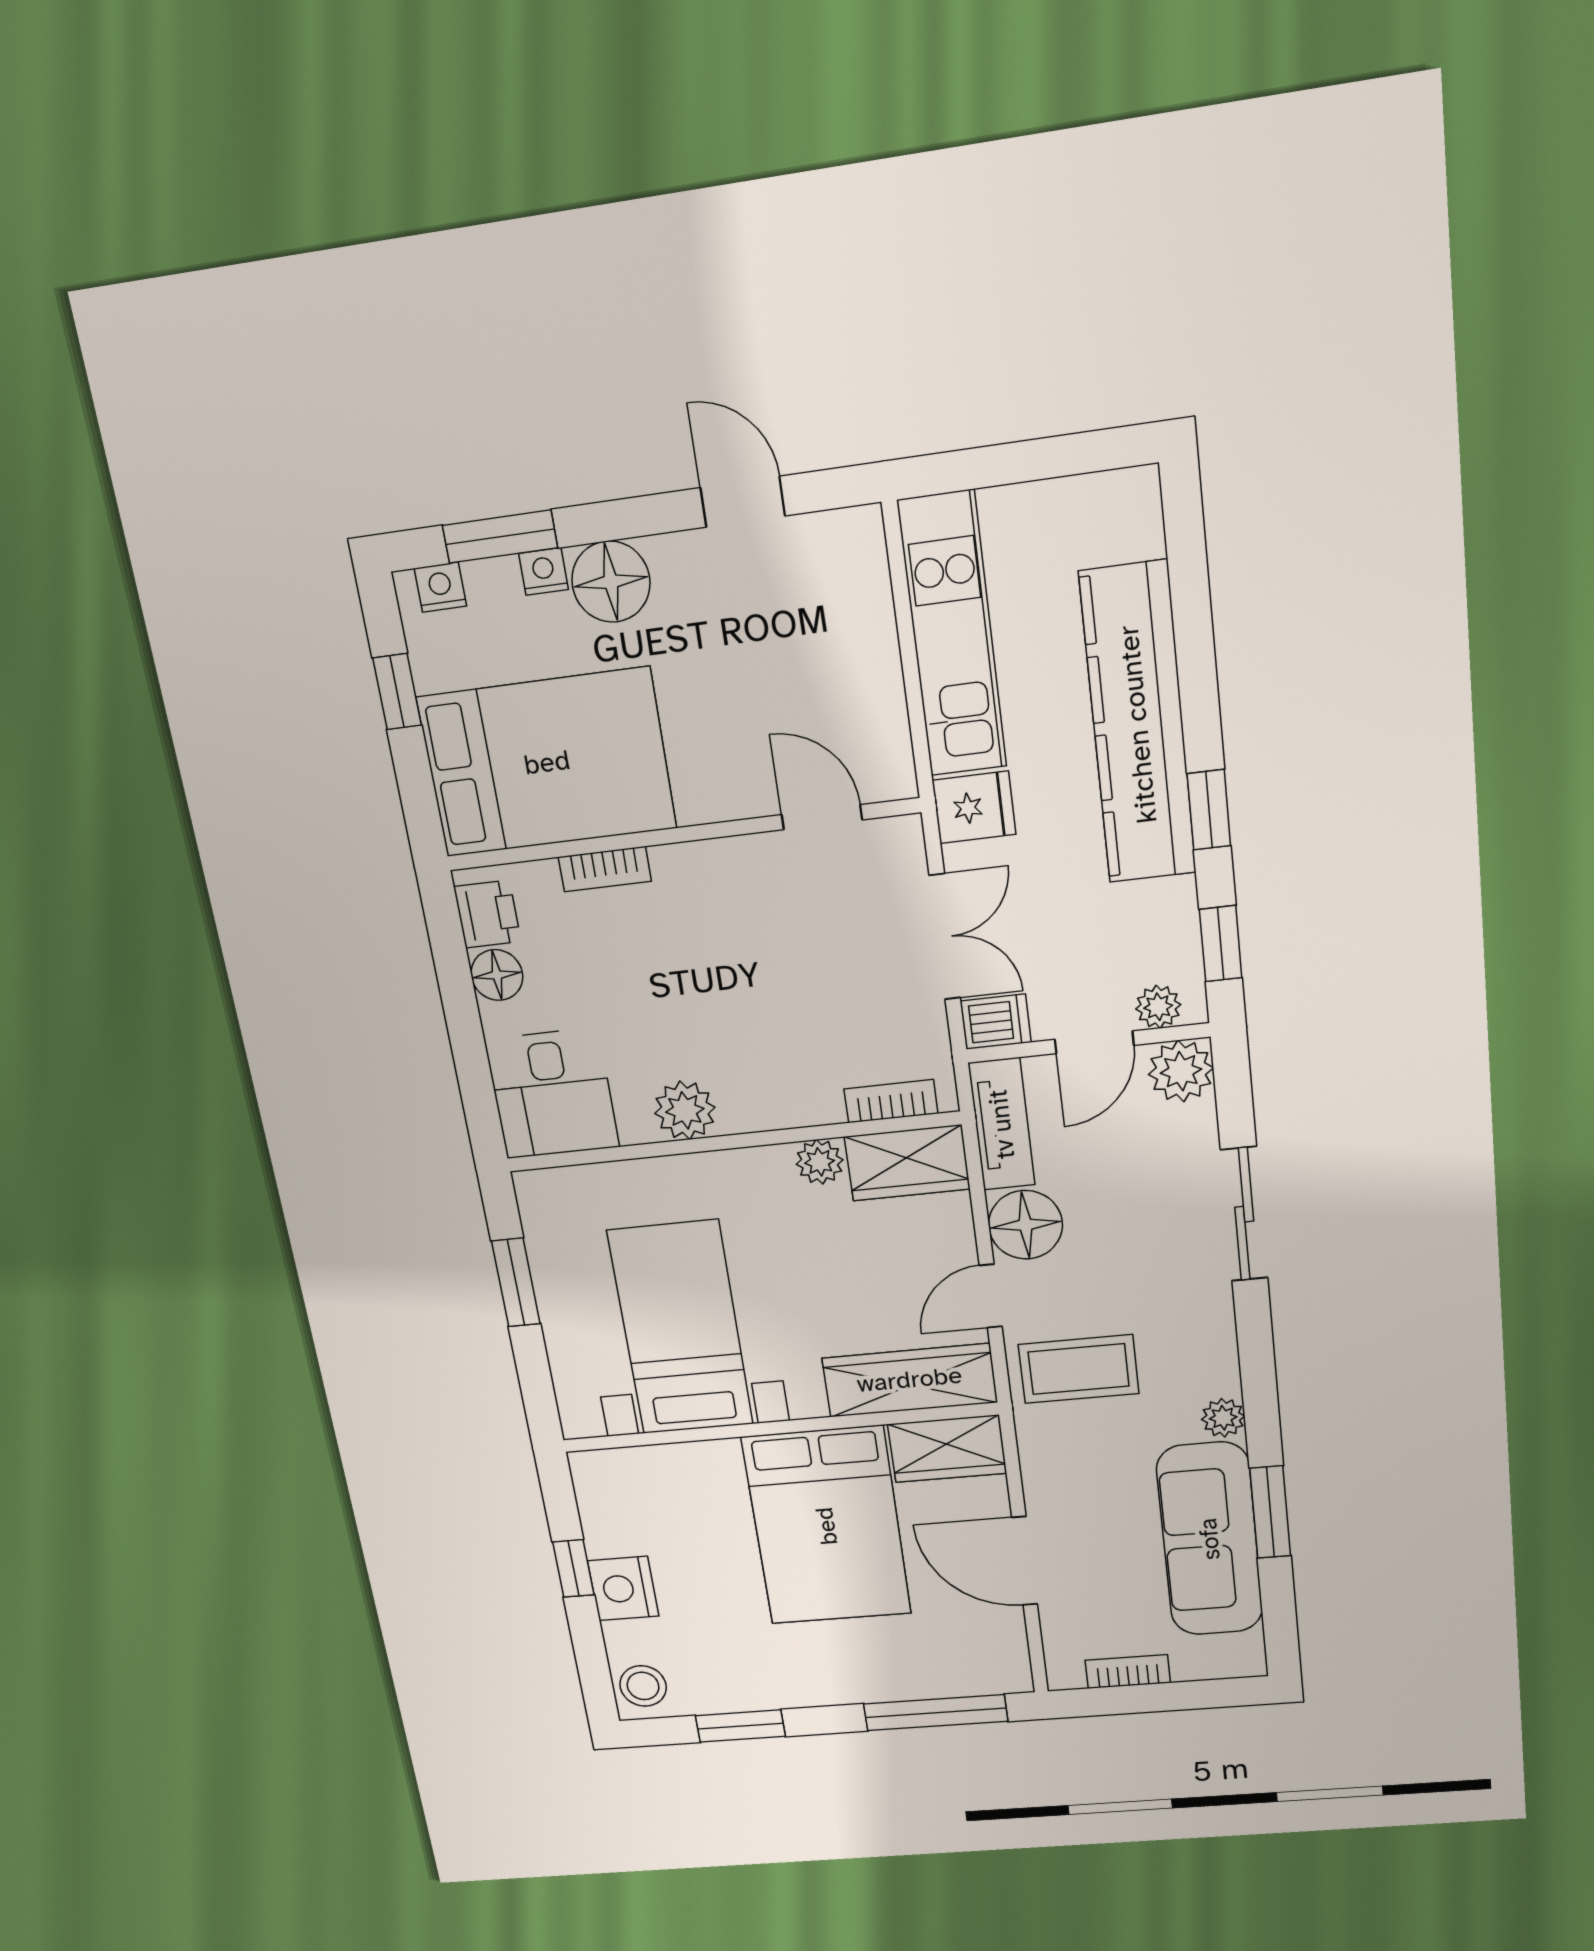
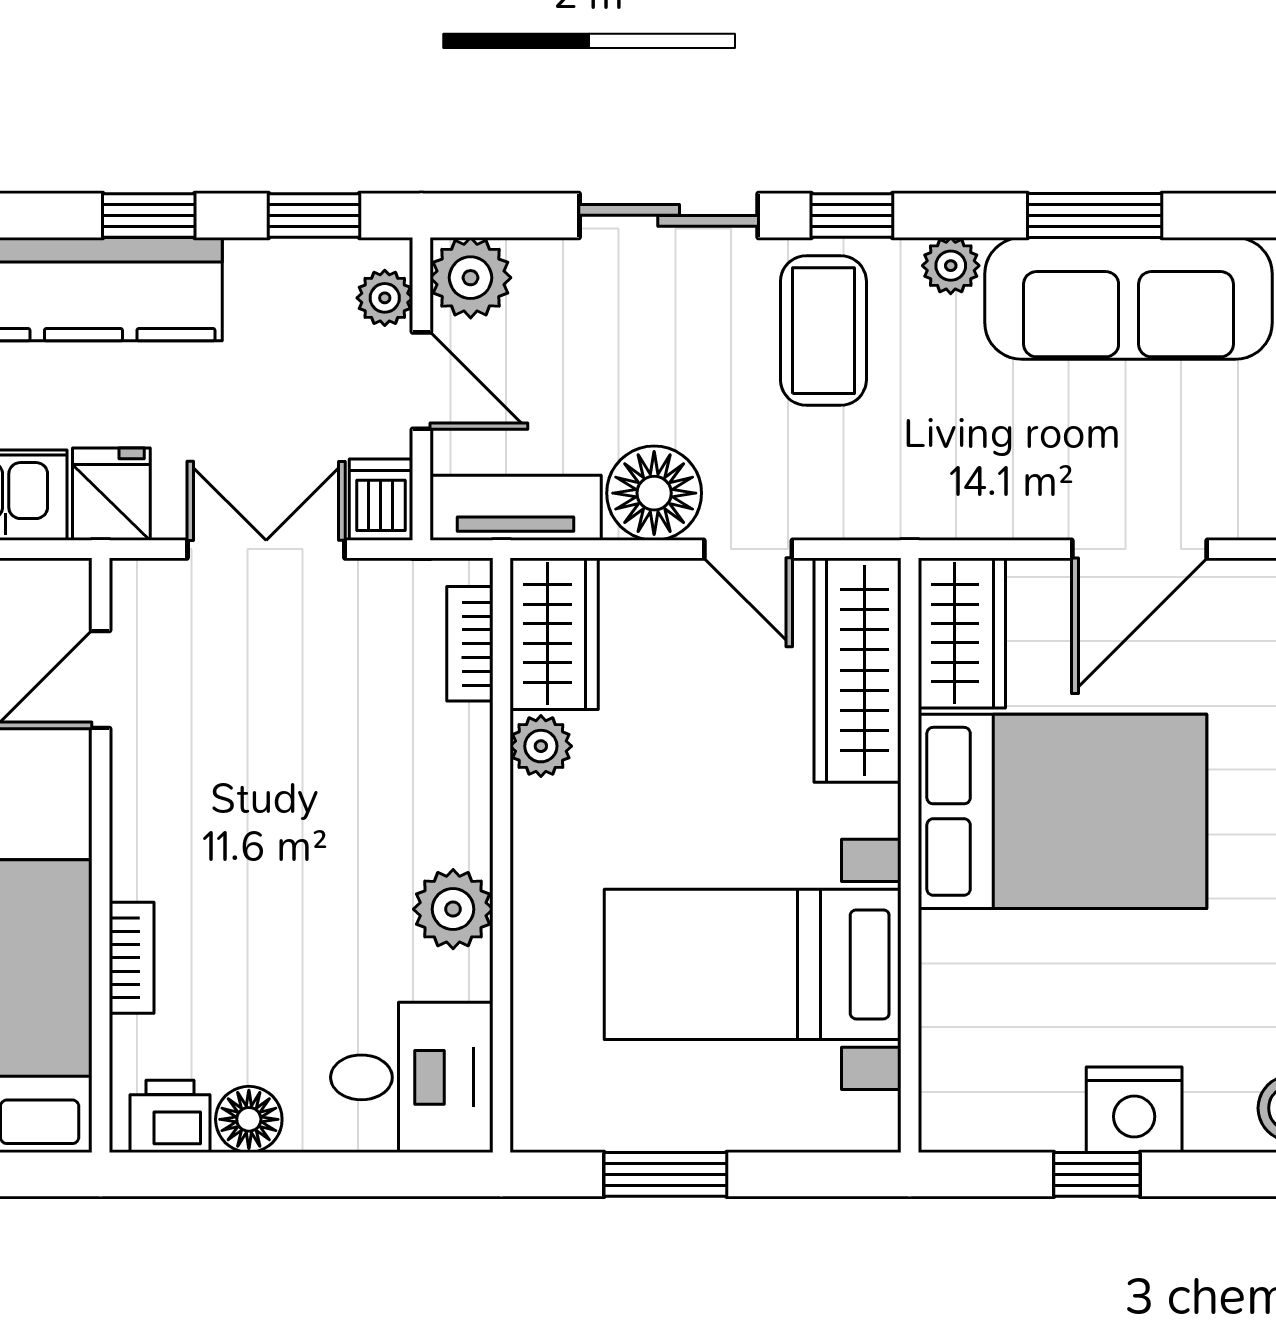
window: (1256, 1346) -> (852, 215), added
coffee table: (1079, 1369) -> (823, 331), moved

